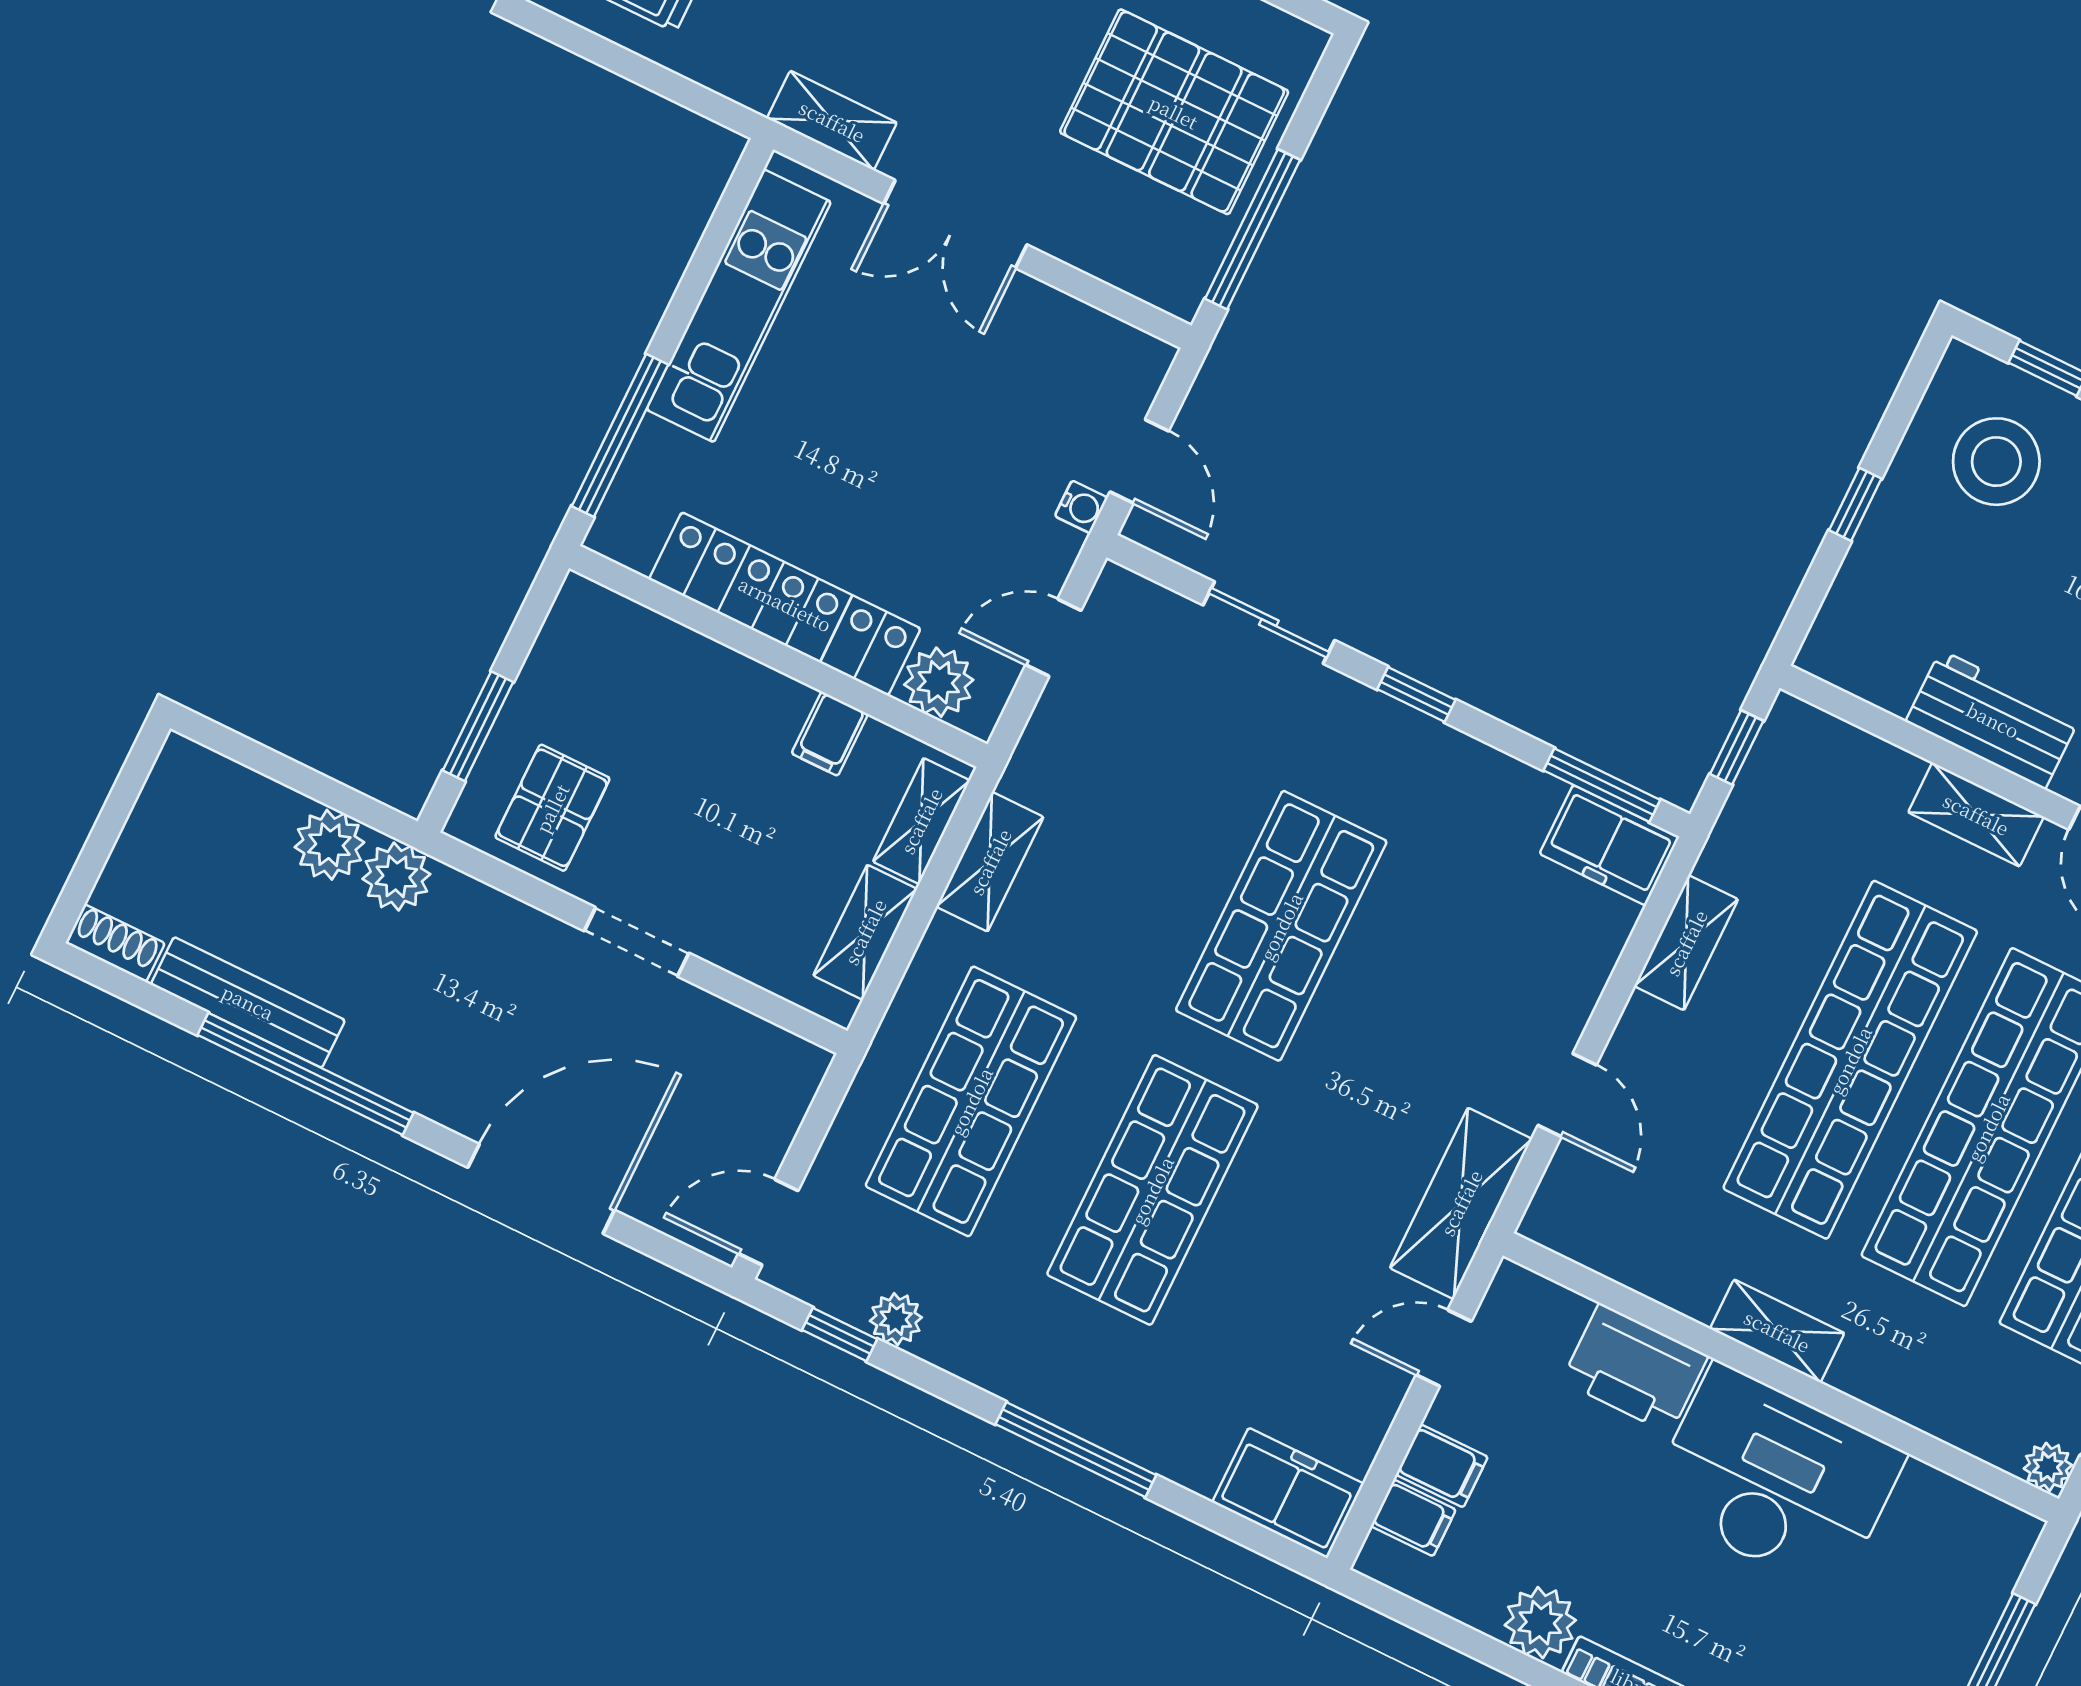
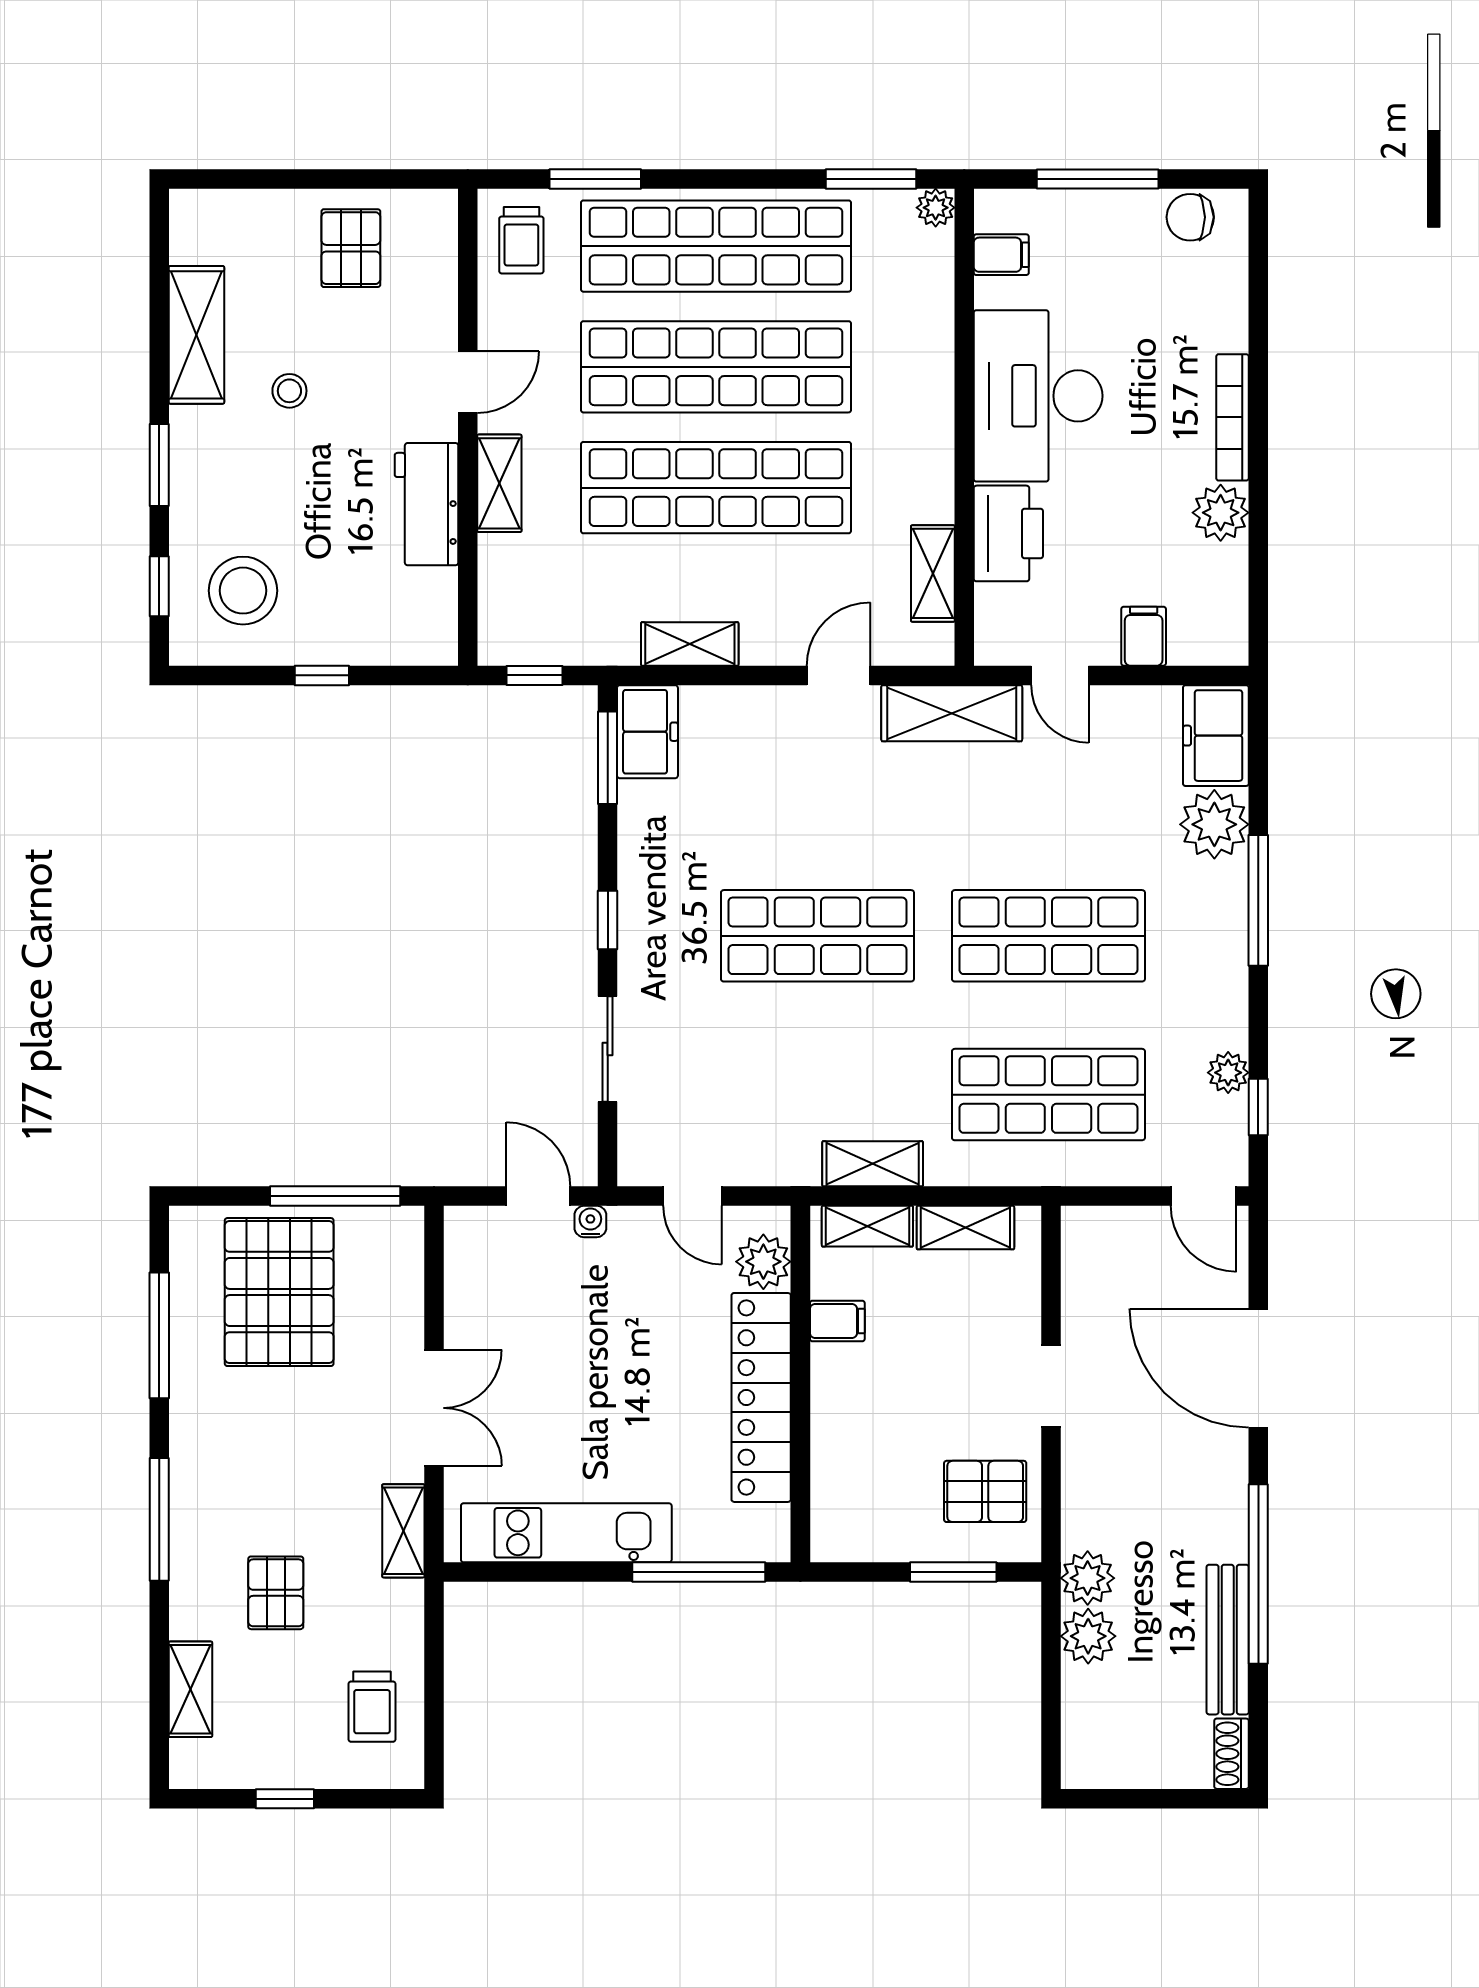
door: (1139, 461) -> (538, 1196), hinge flipped
shelving: (1777, 1331) -> (933, 573), moved
plant: (1187, 1442) -> (1214, 824), added
filing cabinet: (1413, 1518) -> (1001, 255), moved, turned 90

